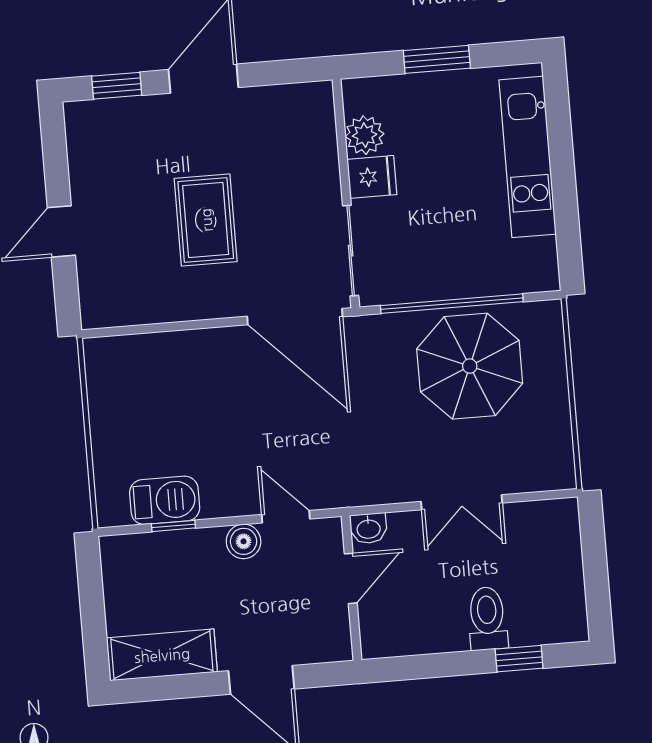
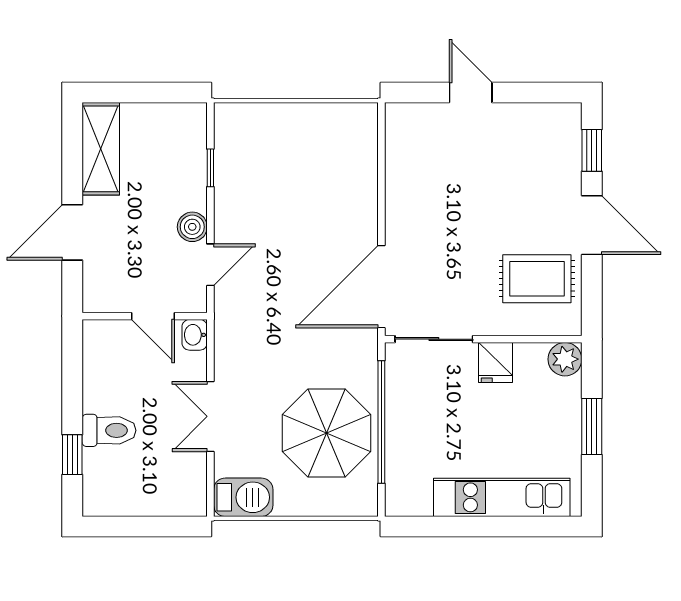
plant: (365, 135) -> (565, 359), moved
rug: (206, 220) -> (537, 279), moved
barbecue: (165, 500) -> (243, 497), moved, turned -90

